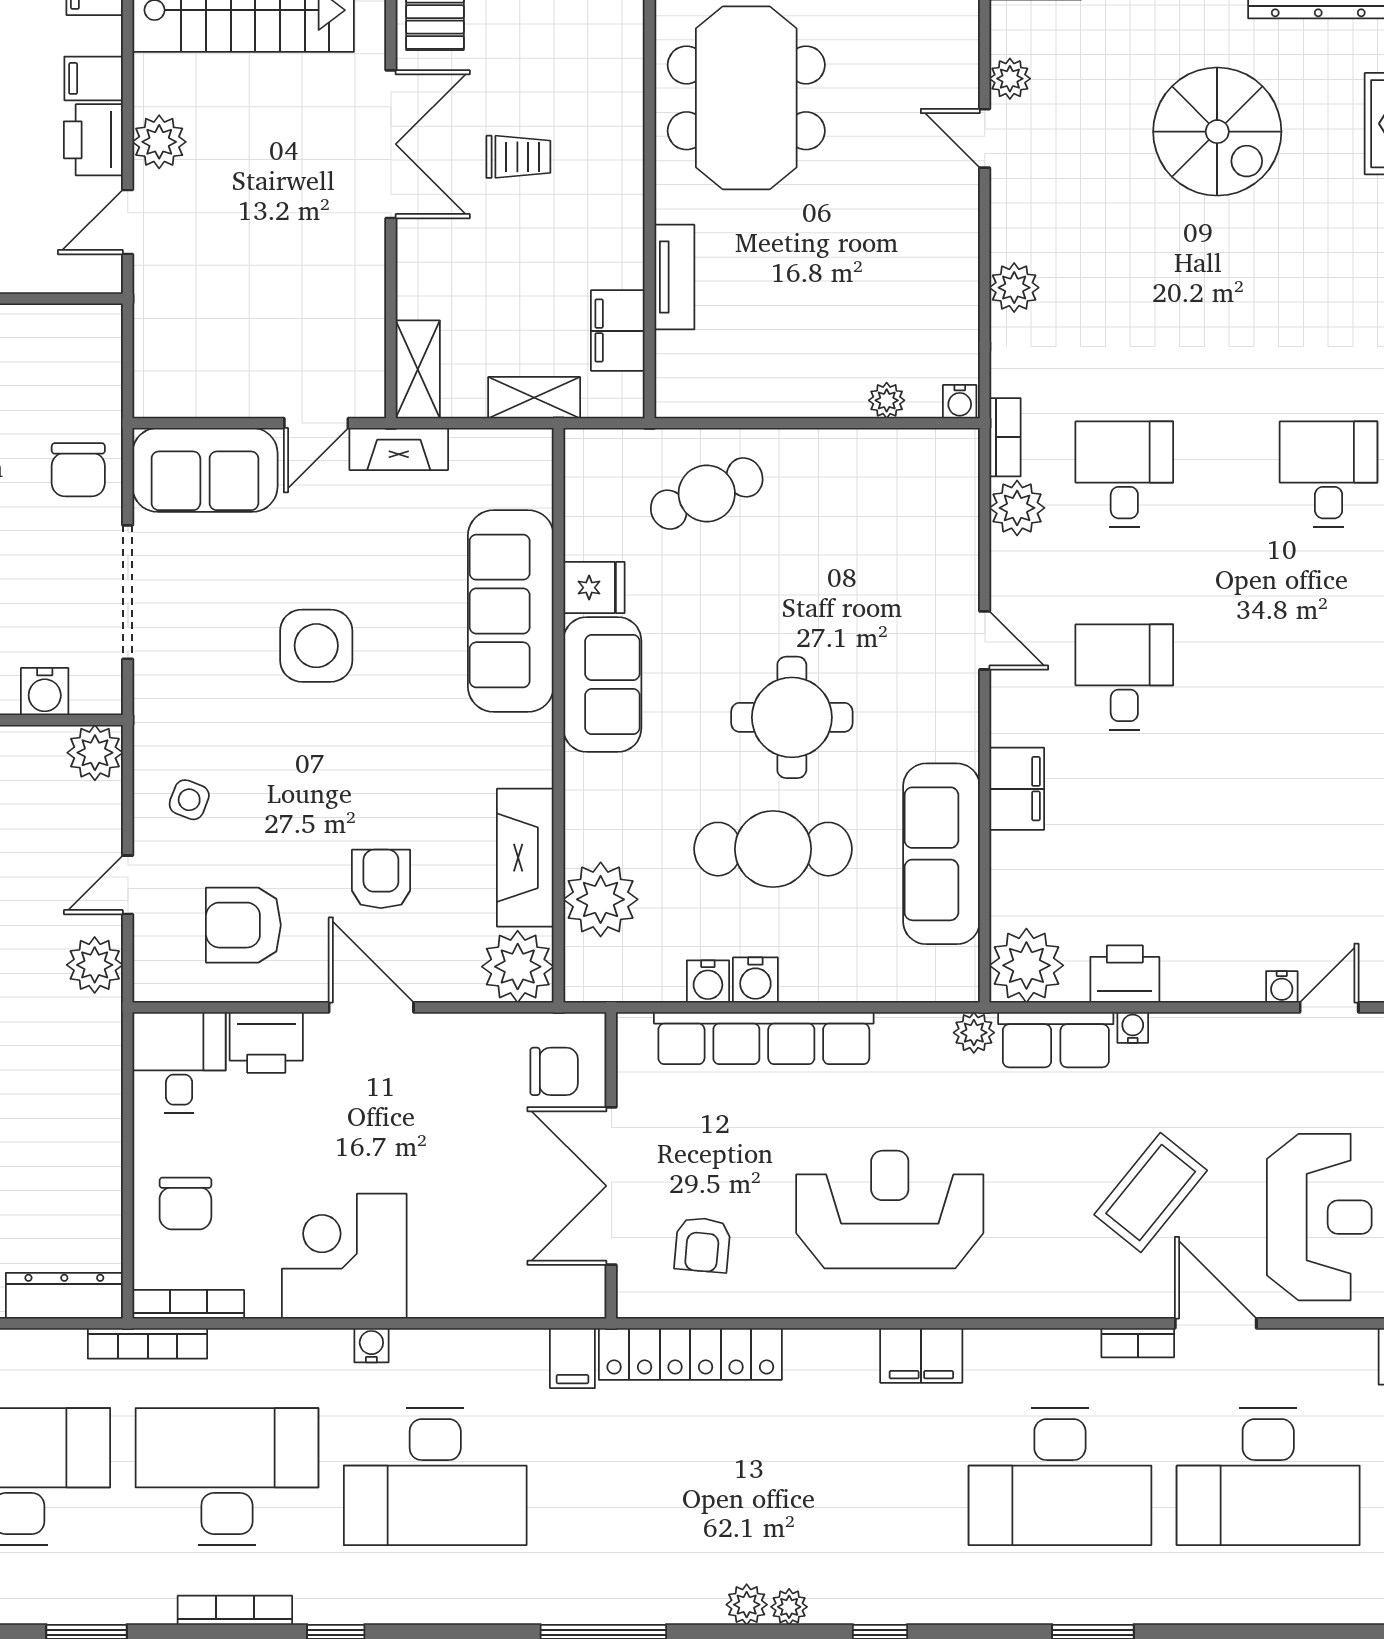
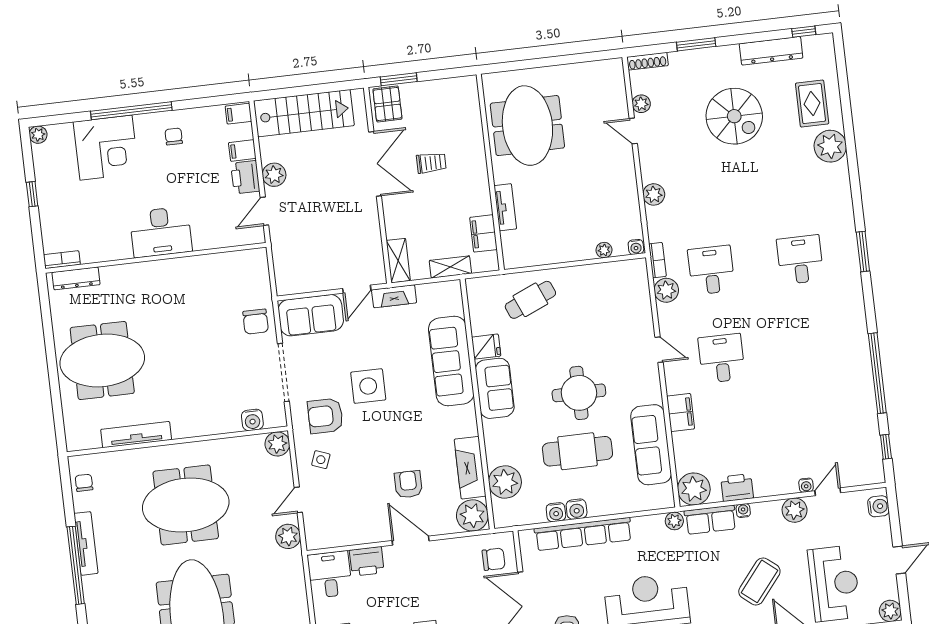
armchair: (243, 925) -> (325, 416), moved
plant: (1249, 1040) -> (795, 510), added

